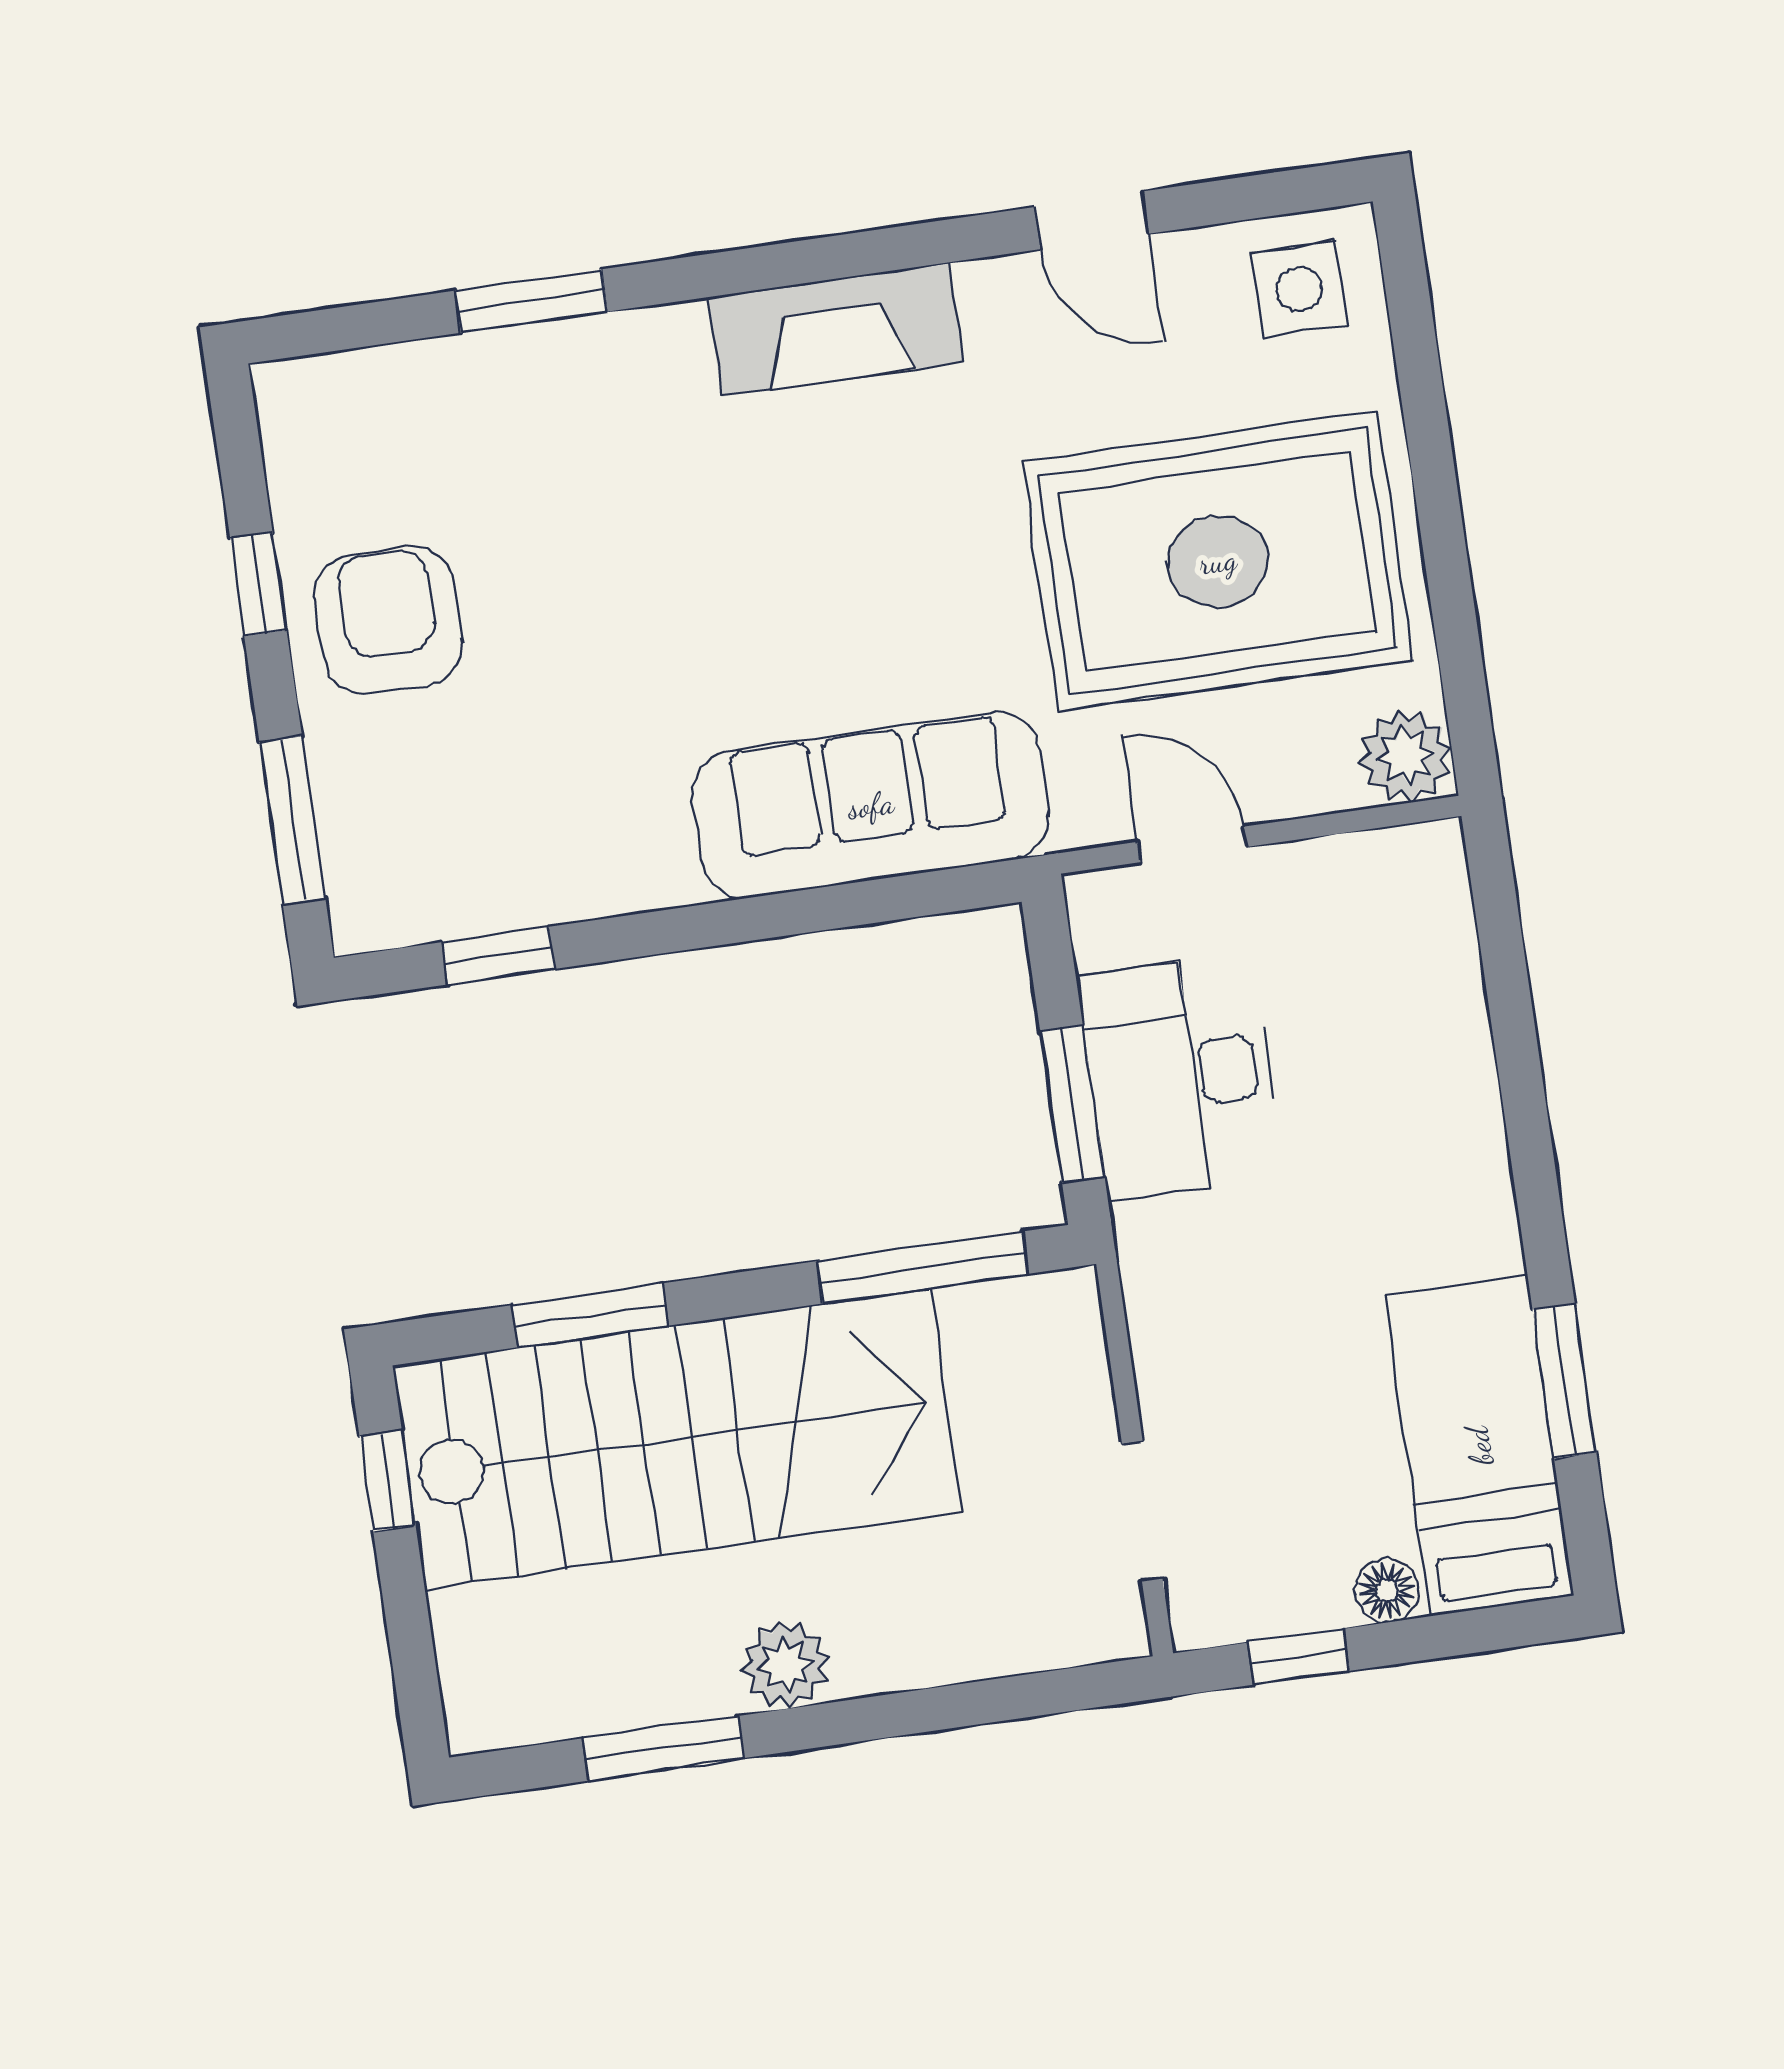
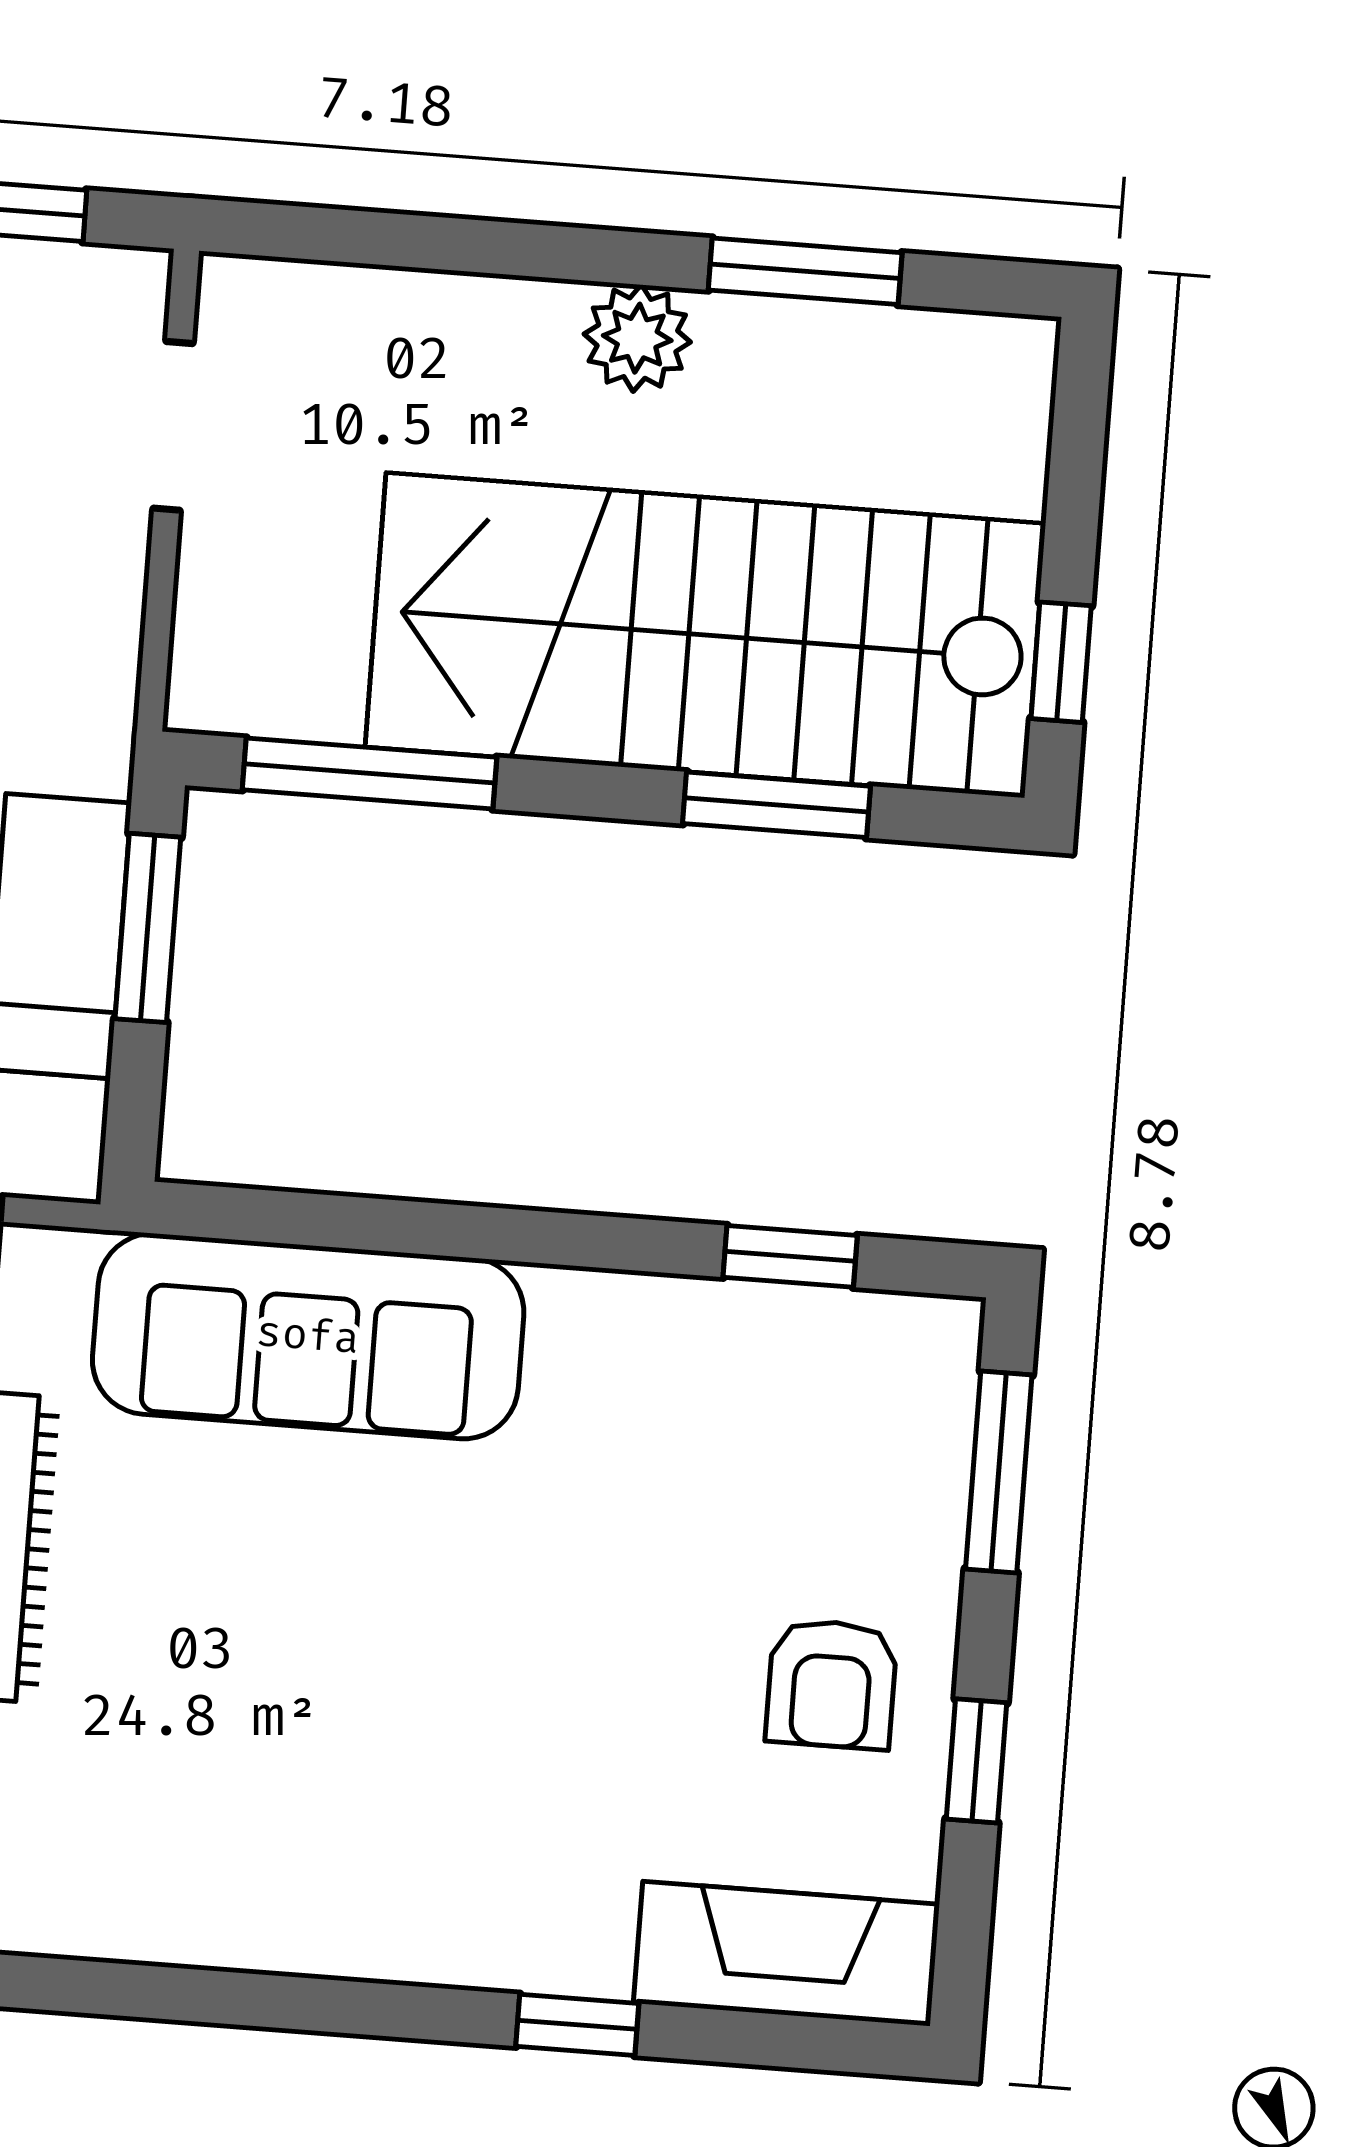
window: (531, 301) -> (577, 2025), width x0.67
fireplace: (836, 330) -> (787, 1954), moved
armchair: (389, 620) -> (831, 1684), width x0.72, depth x0.72

